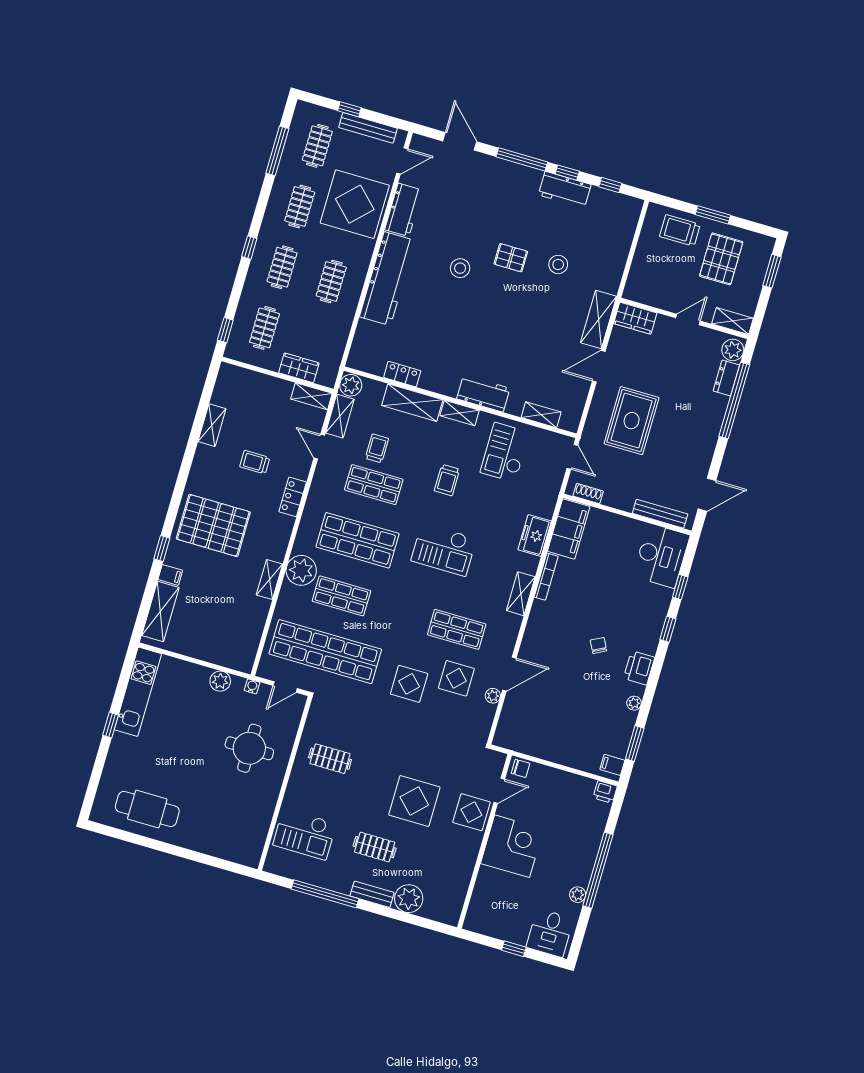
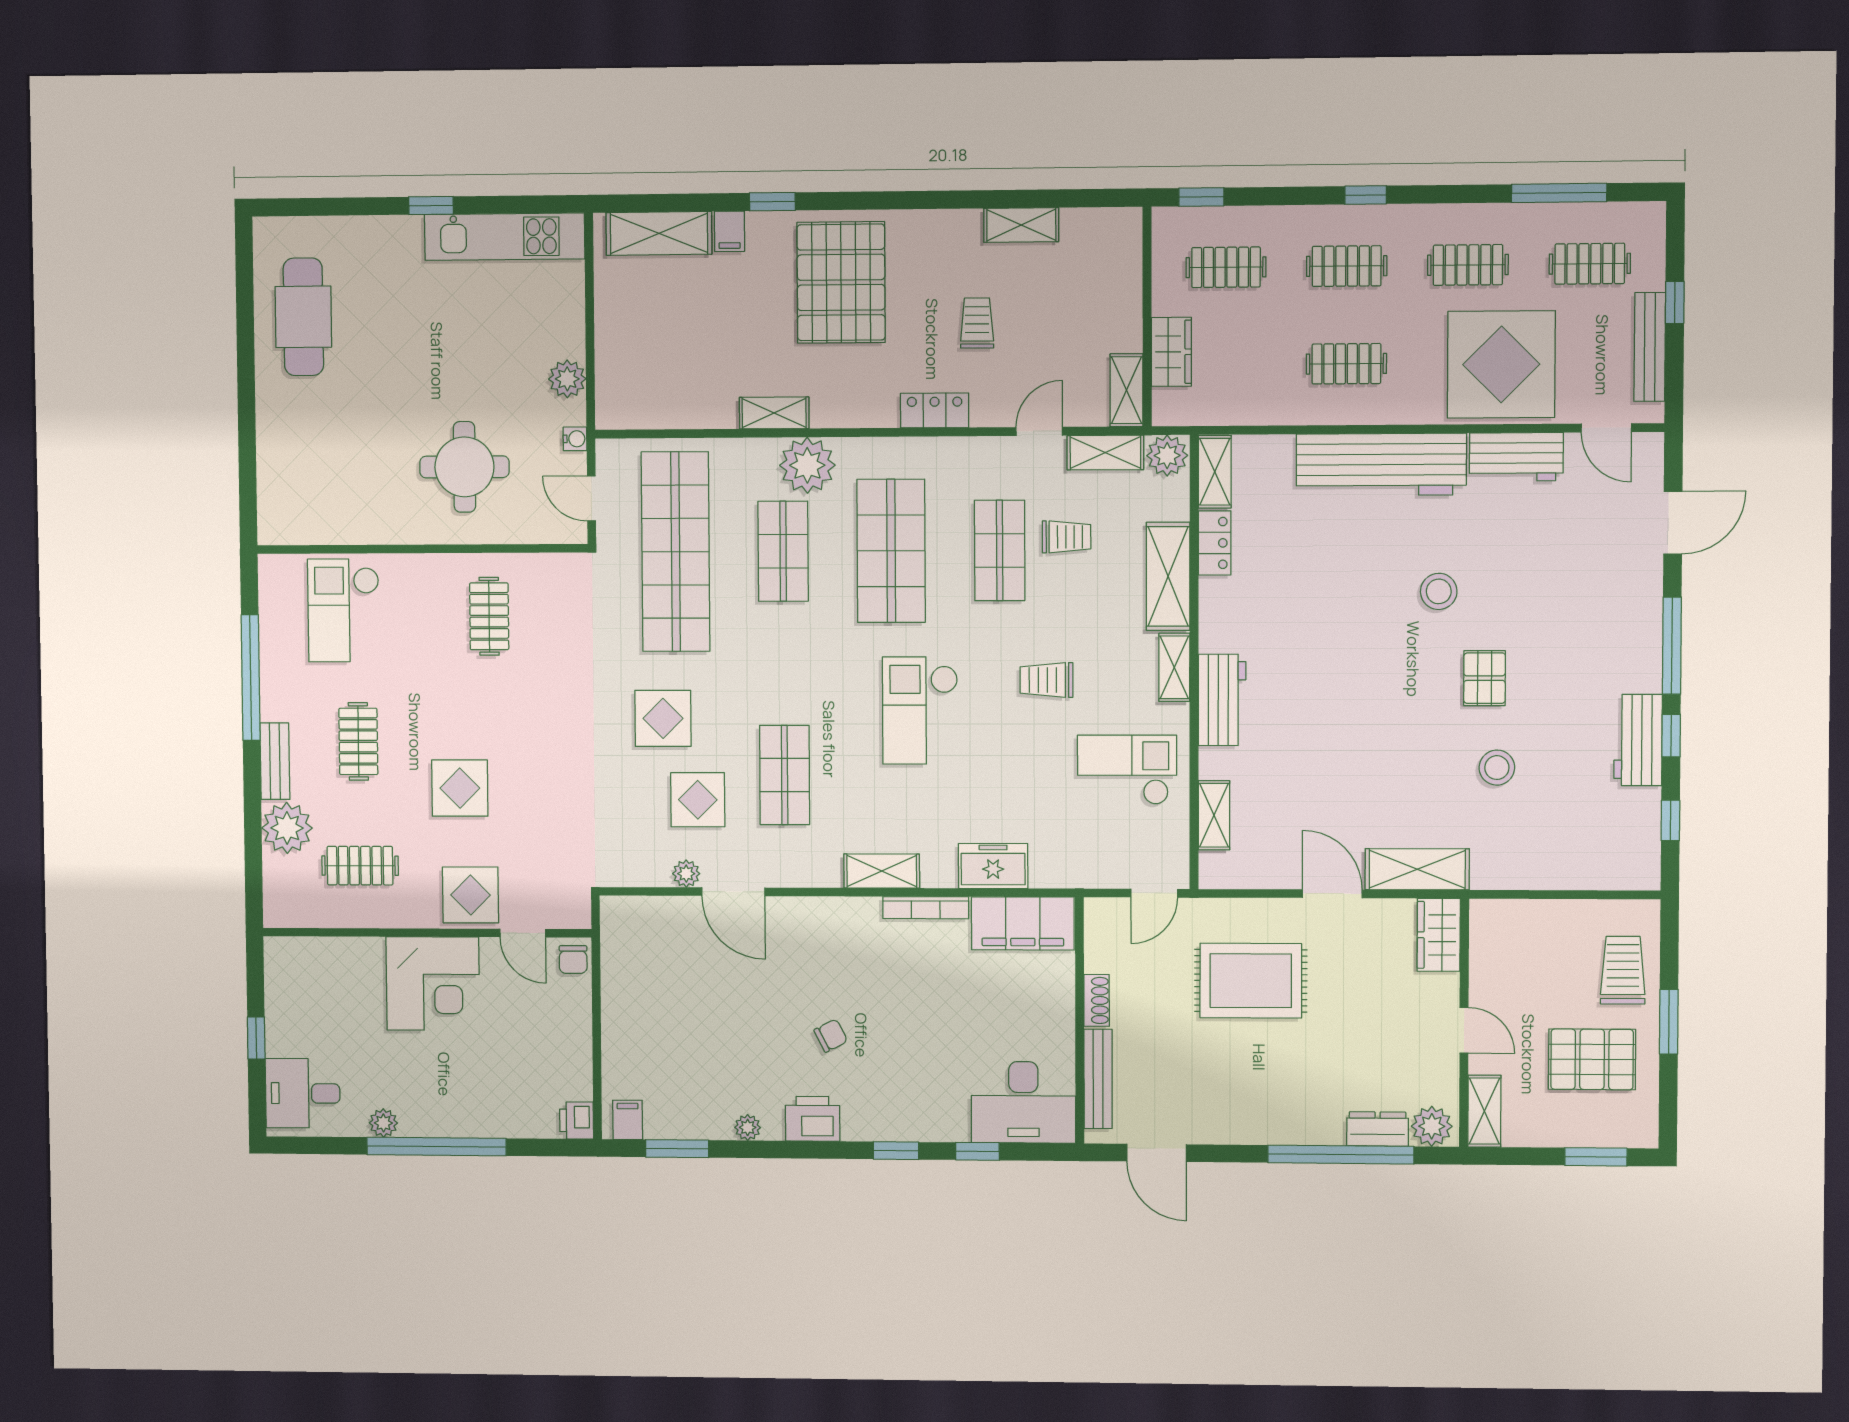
shelving: (366, 364) -> (1215, 472), added
shoe rack: (588, 494) -> (1097, 1000), moved
display table: (414, 801) -> (460, 788), width x0.73, depth x0.73
clothes rail: (439, 866) -> (360, 866), added

